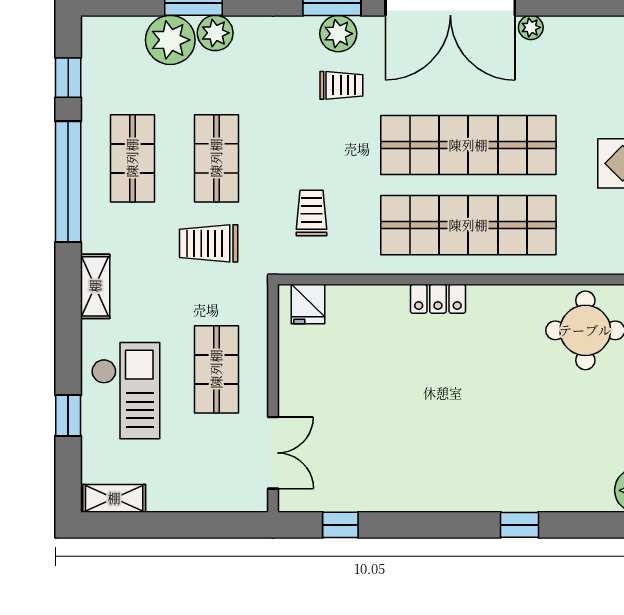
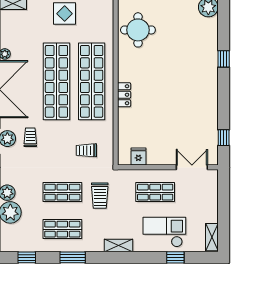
window: (68, 182) -> (73, 257), width x0.47
fridge: (308, 304) -> (138, 157), moved, turned -90

